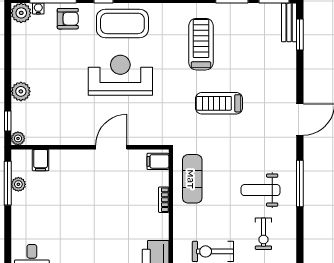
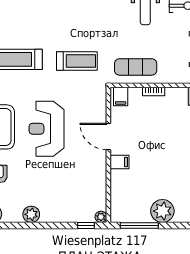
plant: (21, 91) -> (31, 214), moved
treadmill: (219, 103) -> (77, 61), moved, turned -90
filing cabinet: (41, 160) -> (120, 162), moved
plant: (18, 184) -> (162, 211), moved, width x1.88, depth x1.88

